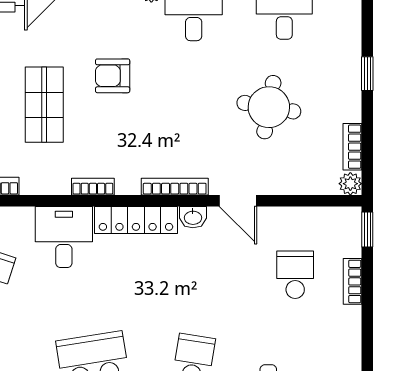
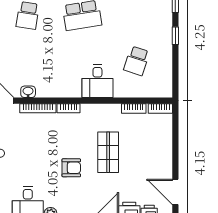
bookcase: (93, 187) -> (69, 108), moved
locker: (136, 220) -> (59, 90), removed

